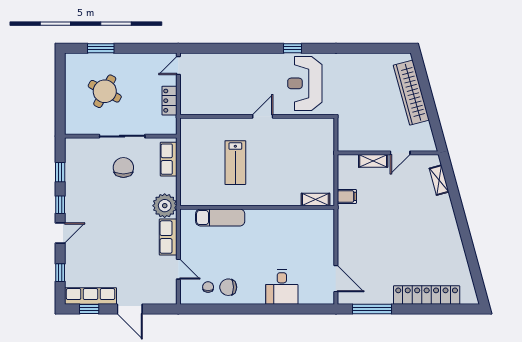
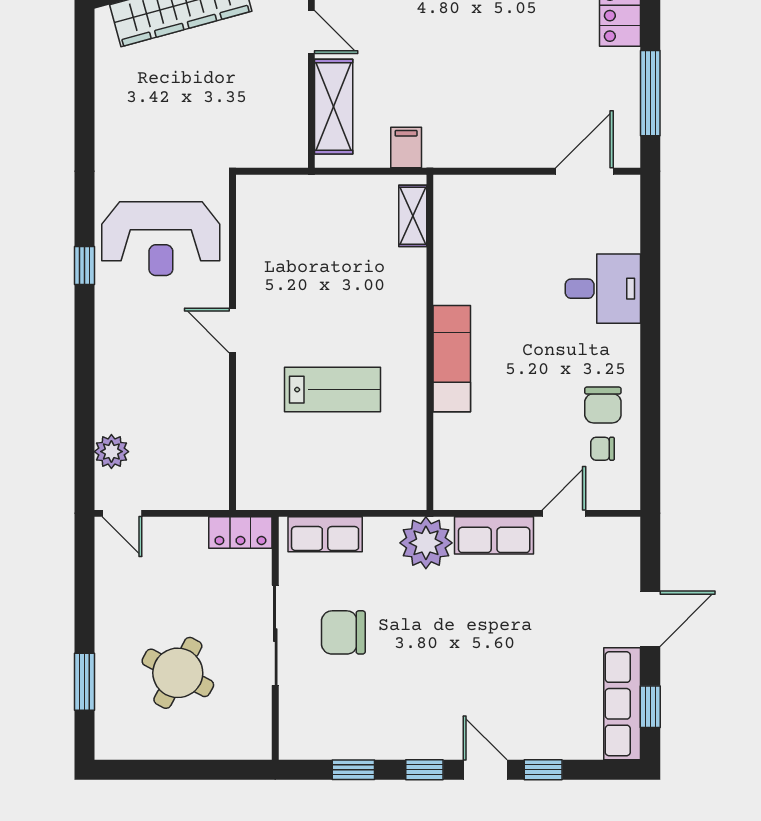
plant: (207, 61) -> (111, 452), added
locker: (169, 101) -> (240, 533), moved
shelving: (373, 161) -> (334, 107), width x1.50, depth x1.33
exam couch: (220, 218) -> (452, 359), moved
window: (60, 273) -> (543, 770), moved

